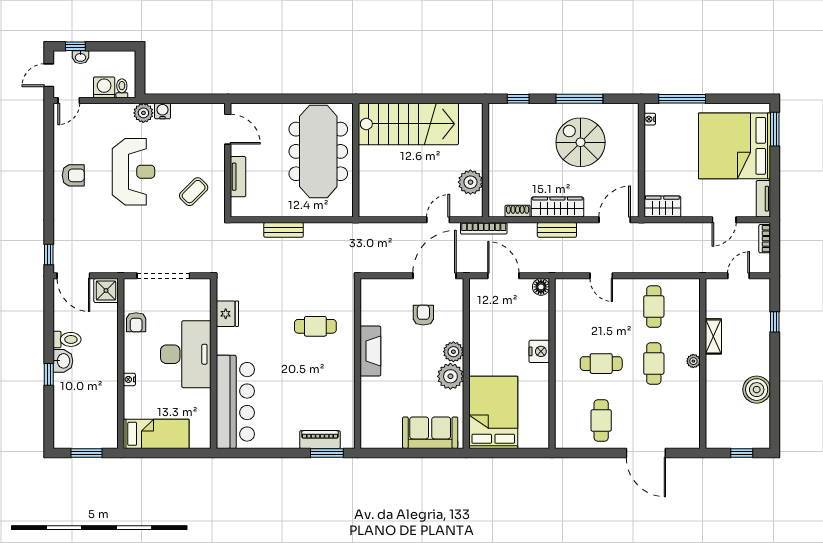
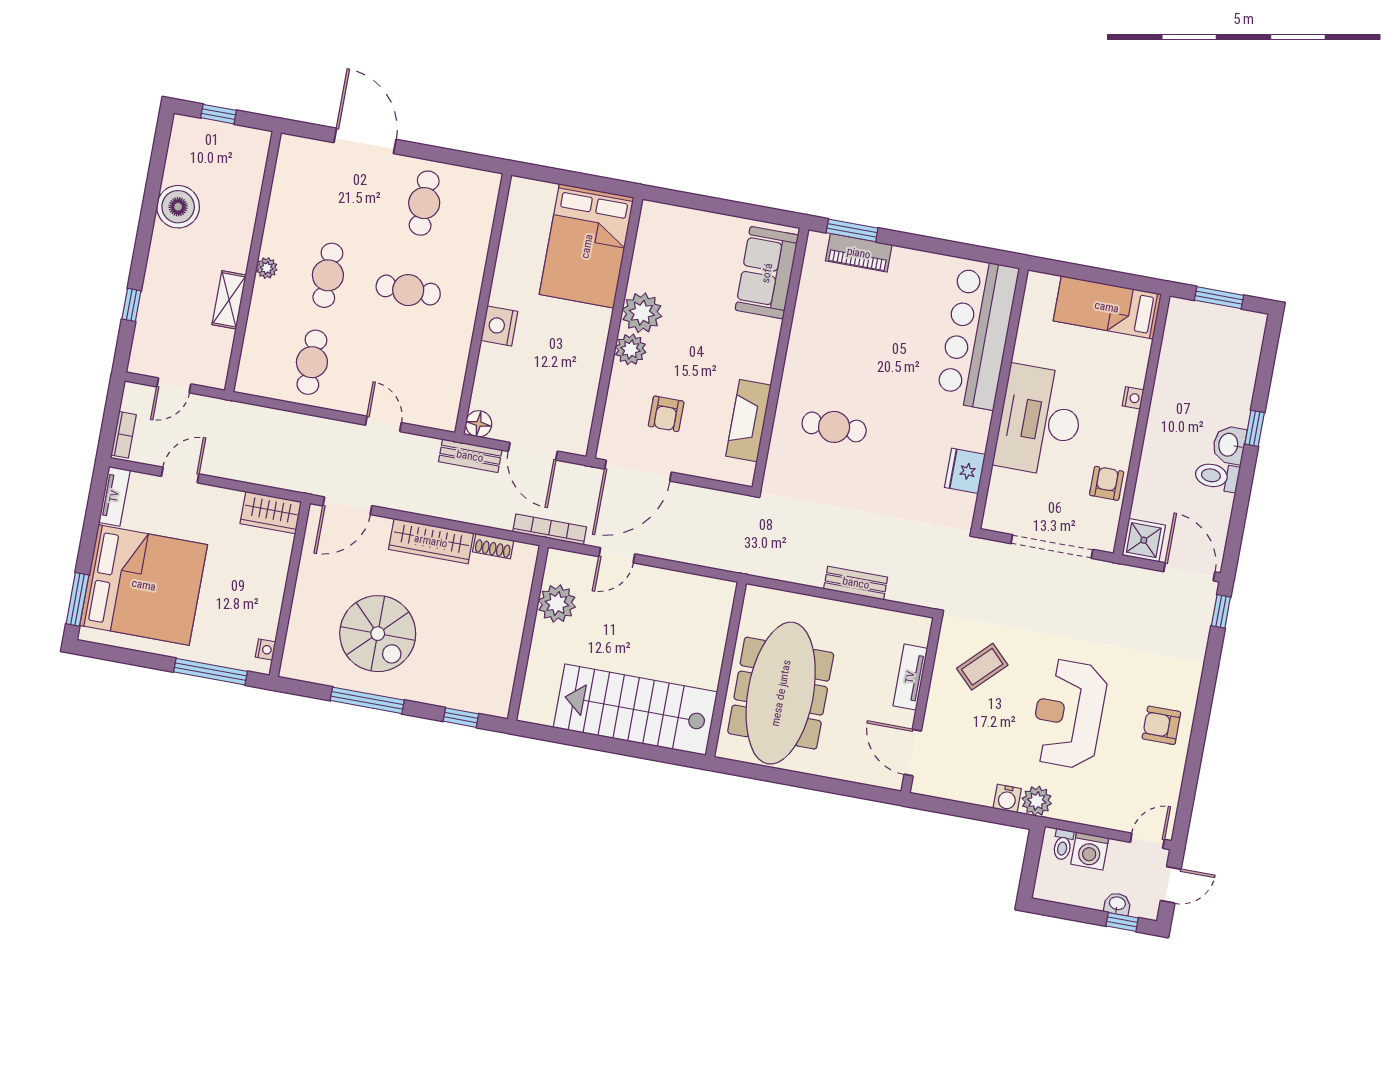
bench: (557, 230) -> (470, 456), moved
fireplace: (370, 351) -> (748, 421), moved
sofa: (430, 433) -> (767, 273), moved, turned 90

